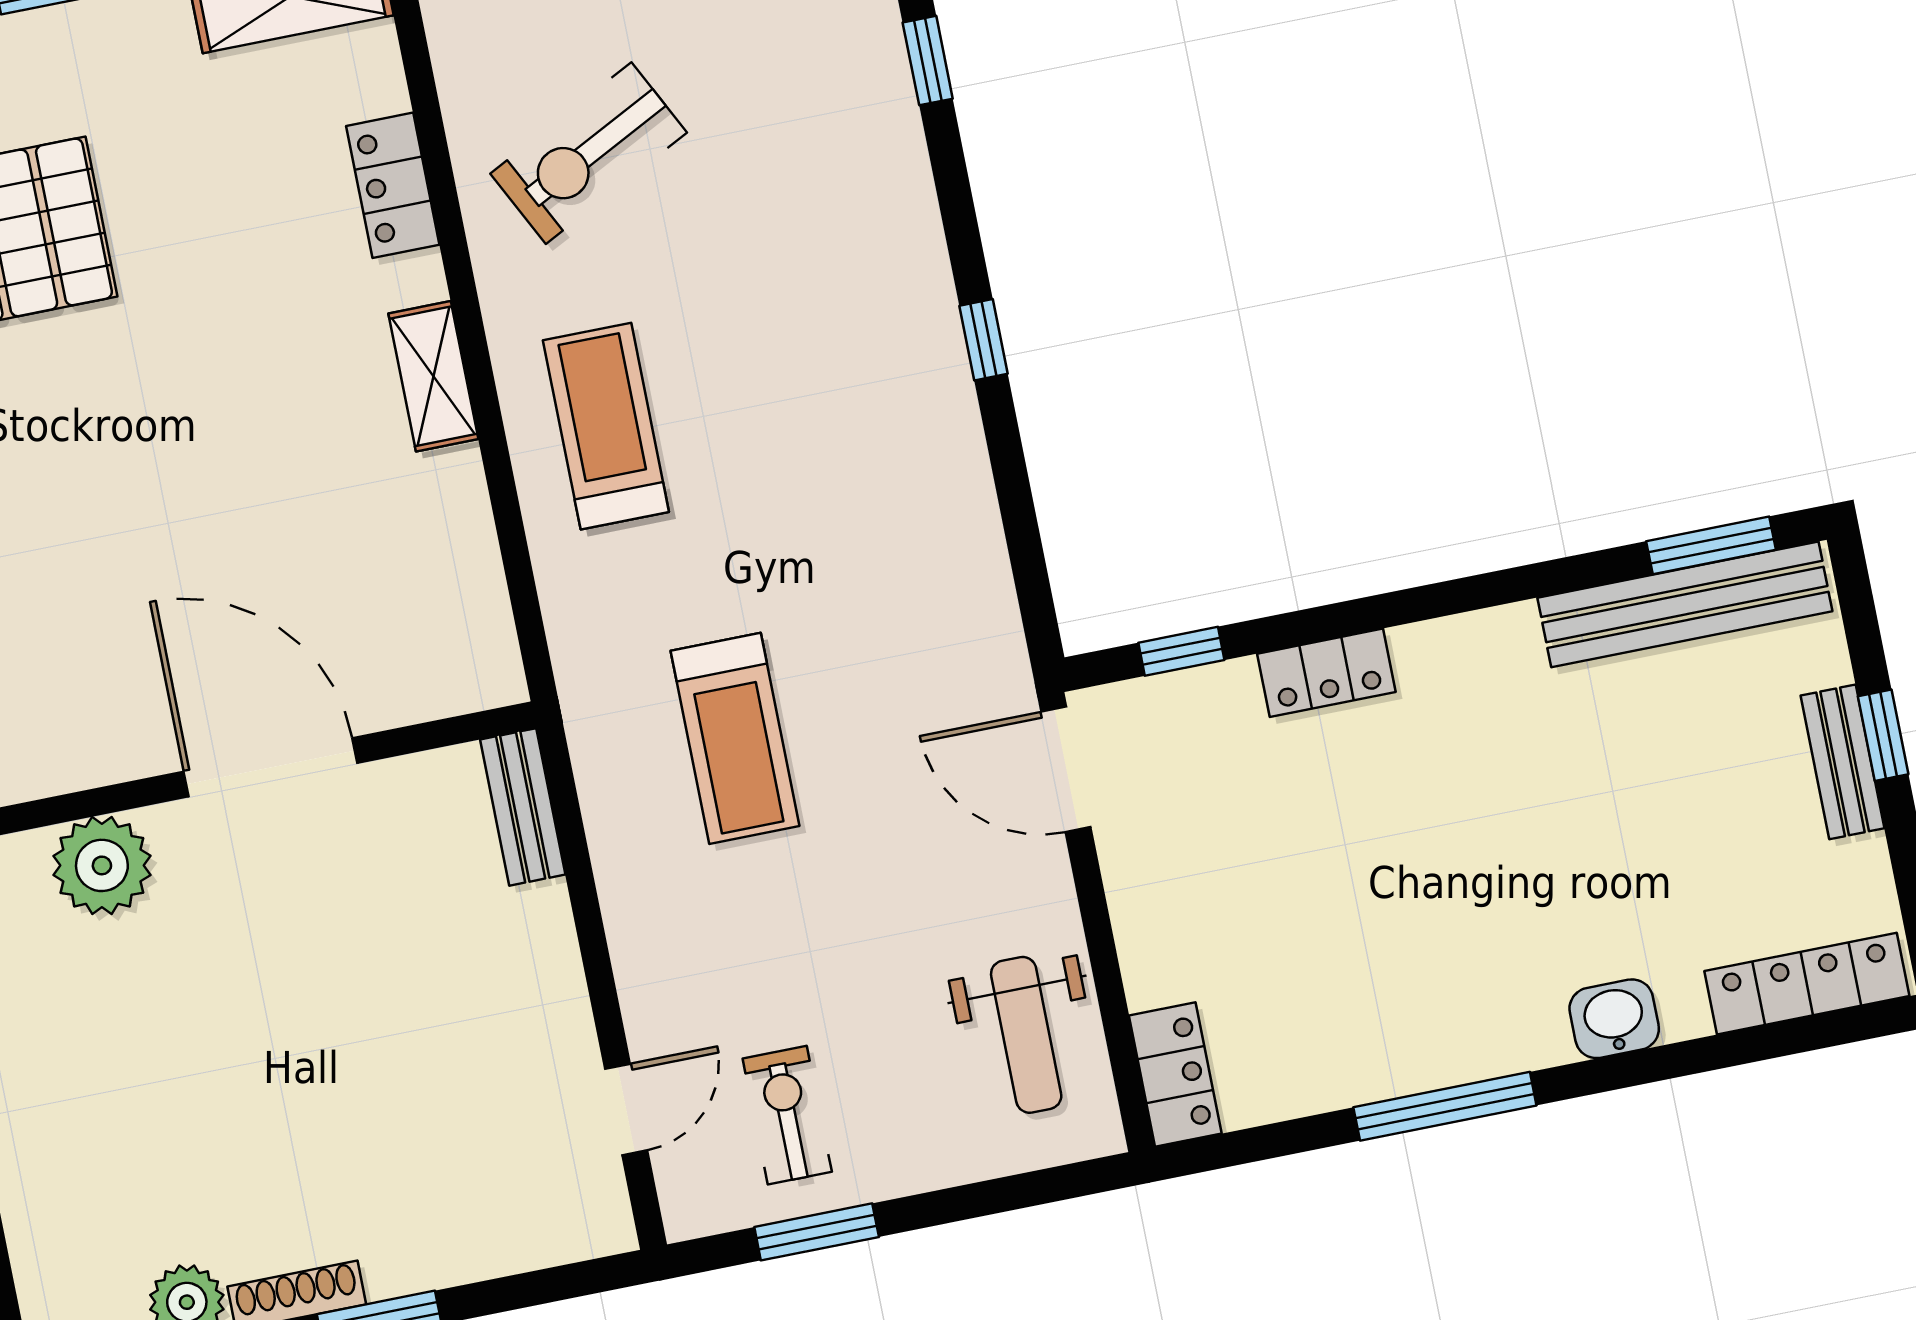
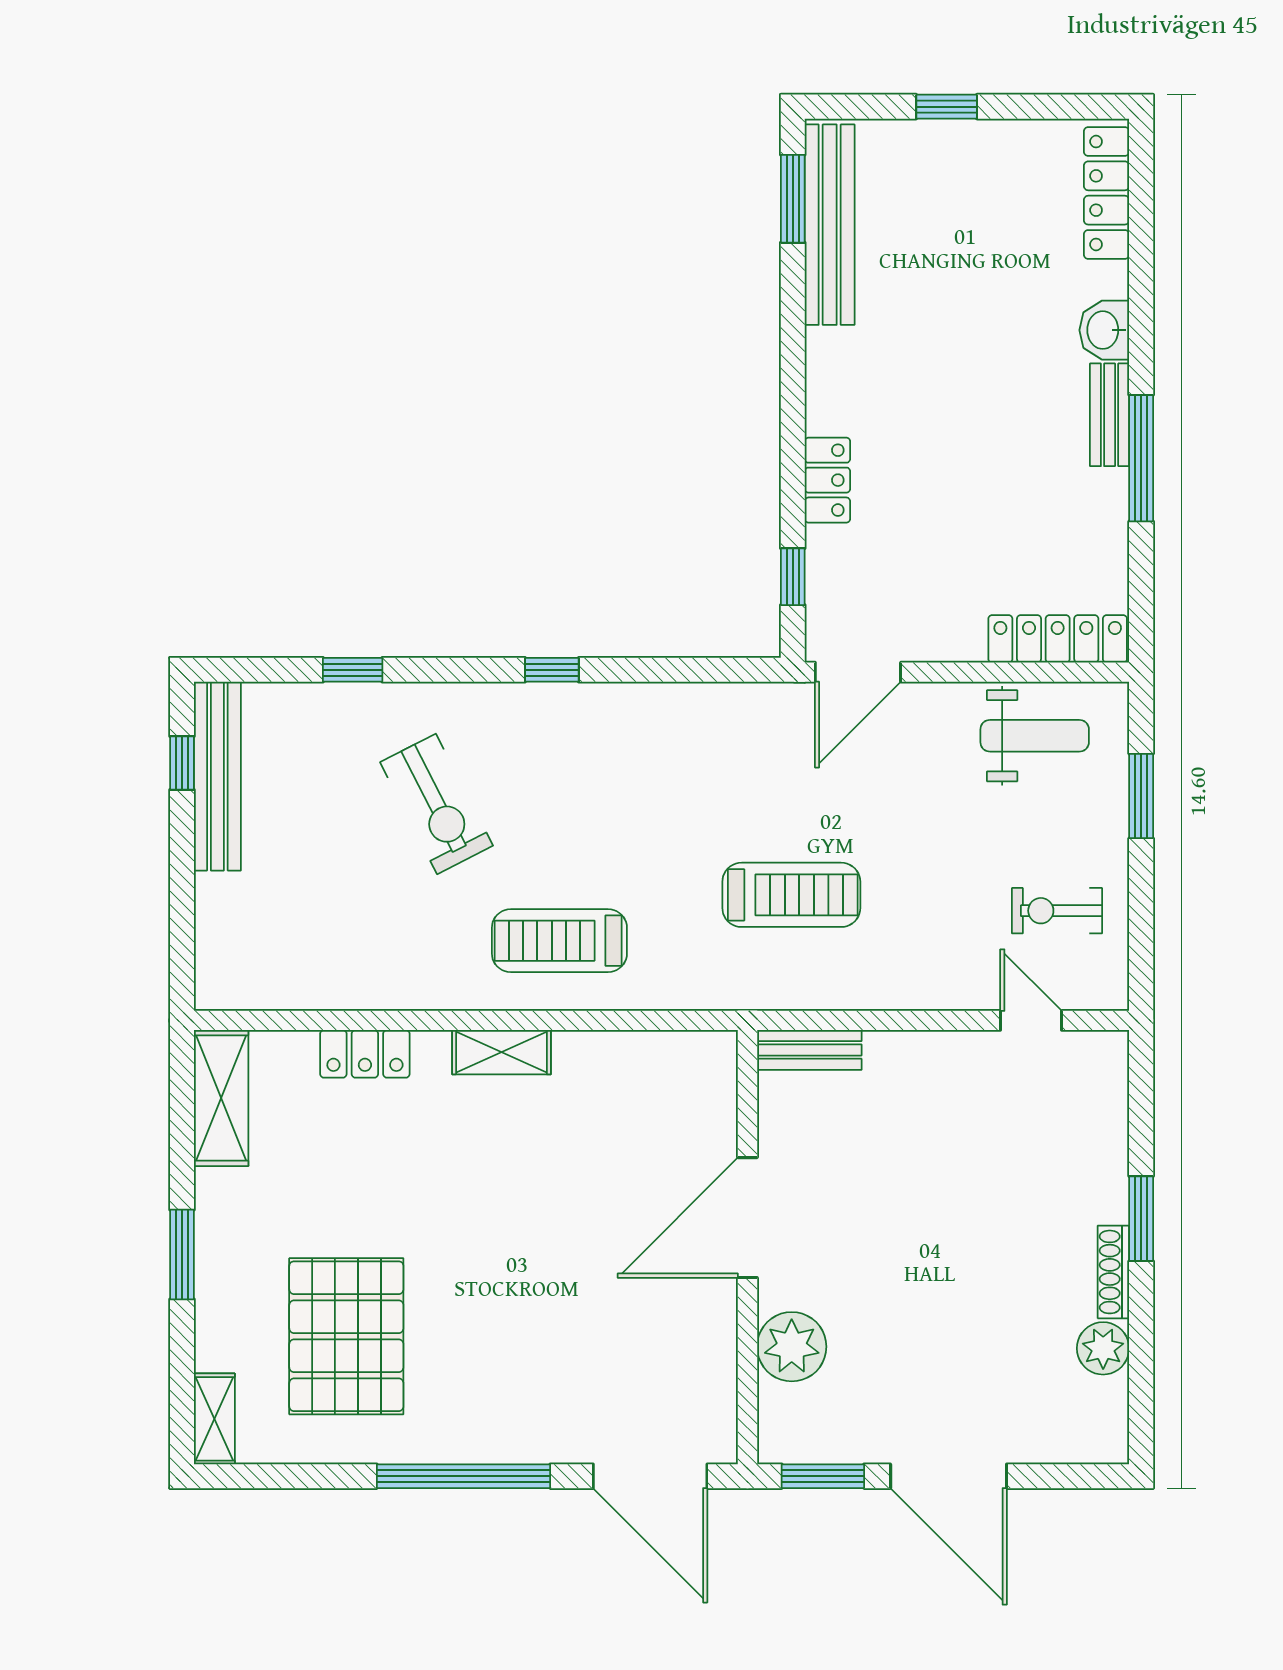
exercise bike: (589, 153) -> (437, 804), moved
bench: (1843, 762) -> (1110, 415), moved, turned 90
locker: (1175, 1074) -> (1058, 639), width x1.53
window: (817, 1232) -> (1141, 796), moved

